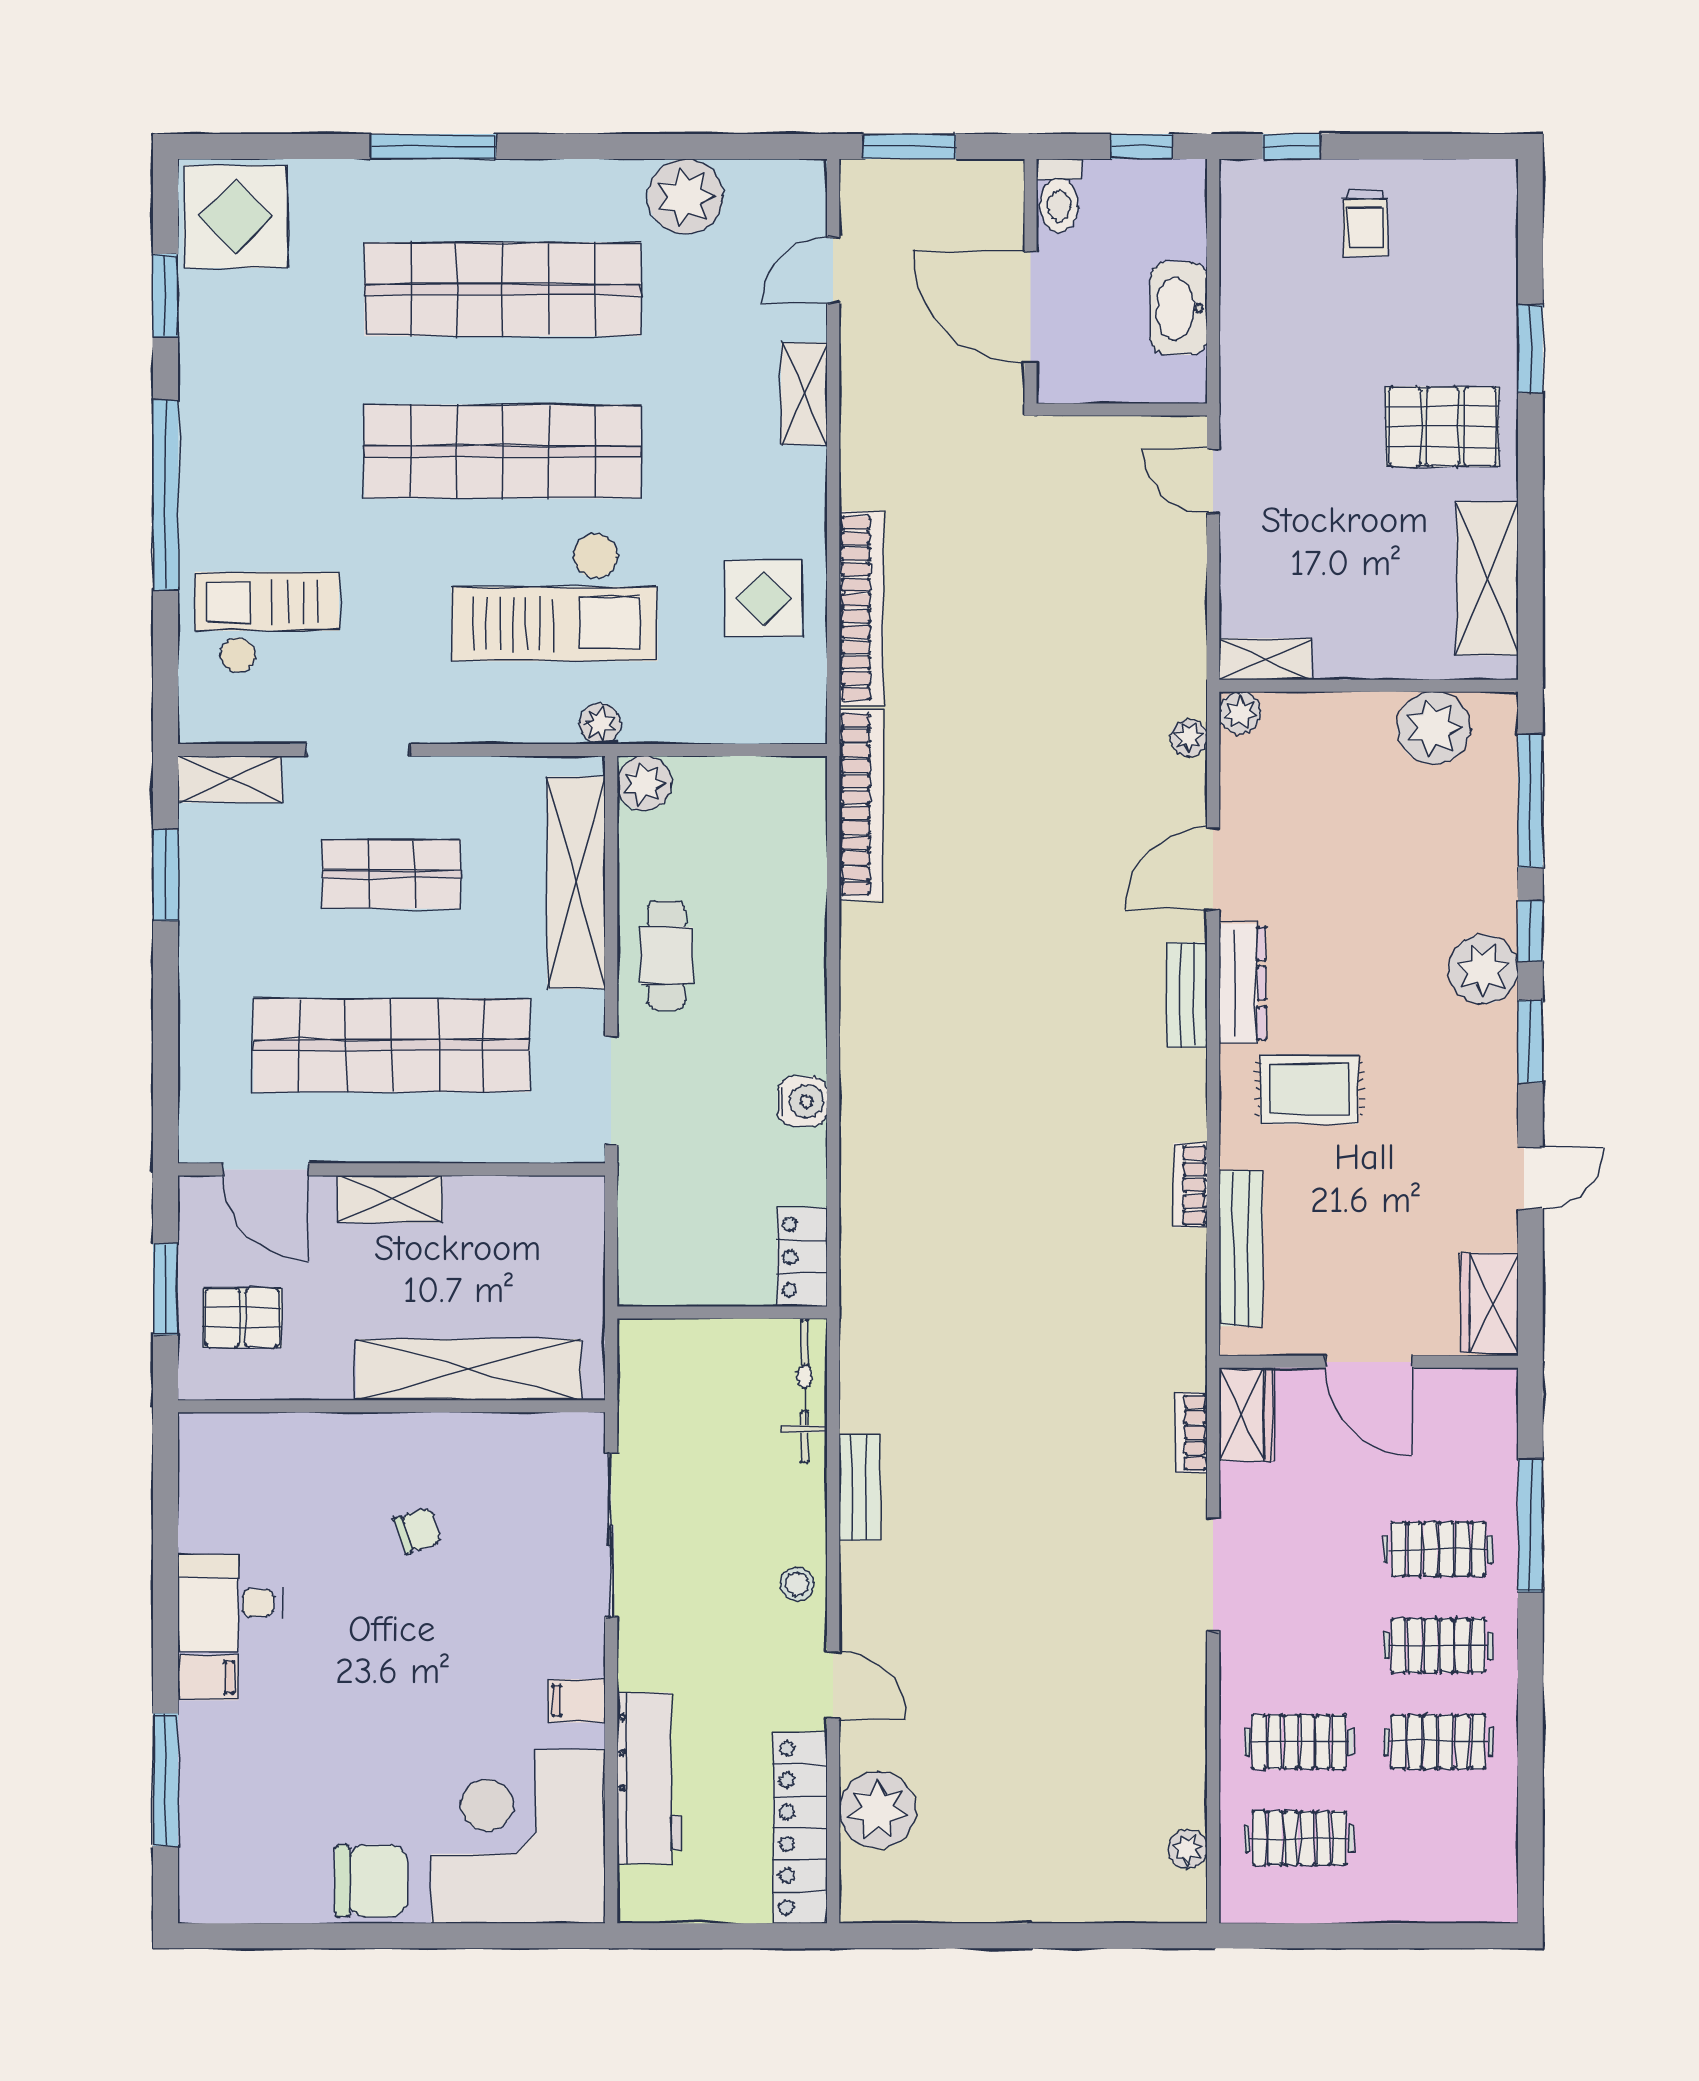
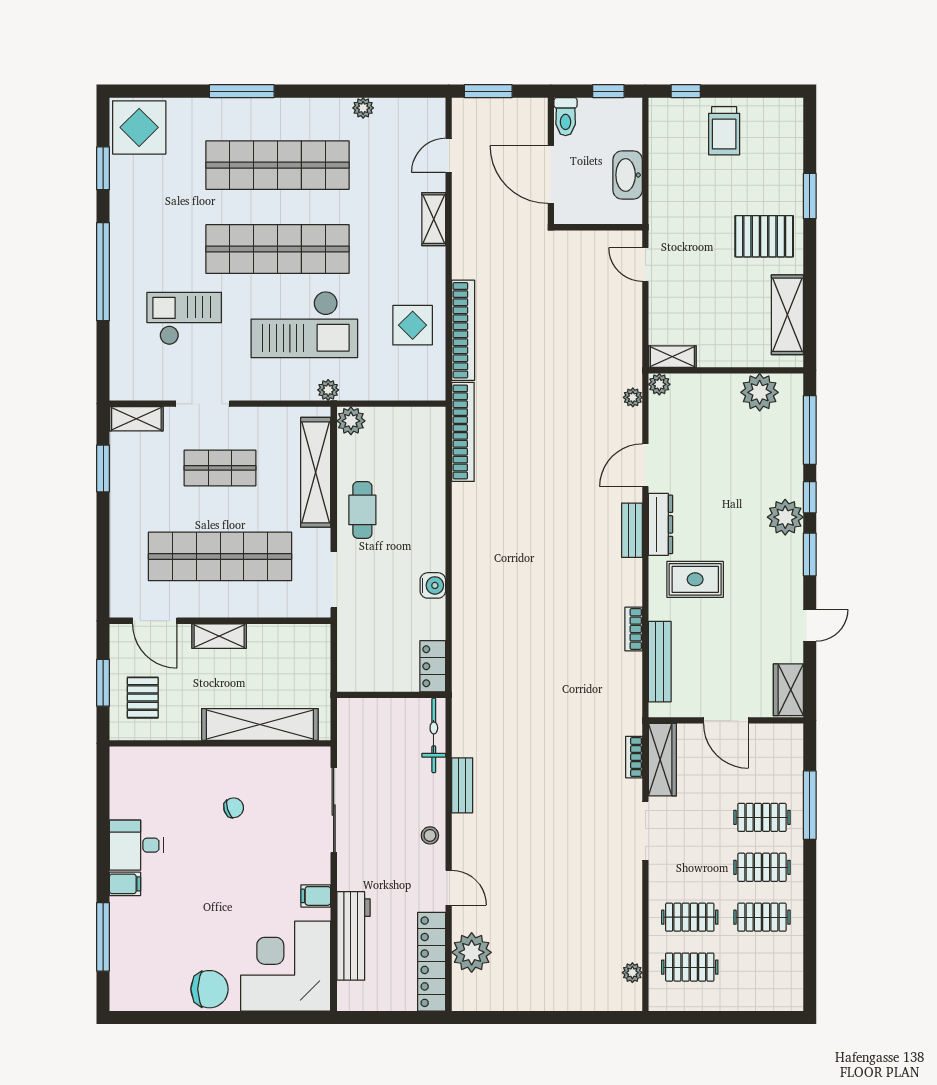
plant: (685, 196) -> (363, 108), width x0.53, depth x0.53
trolley: (1365, 223) -> (724, 131), width x1.36, depth x1.39
checkout: (267, 623) -> (184, 318), moved
pallet: (242, 1318) -> (143, 698), turned 90
wardrobe: (1246, 1414) -> (662, 760), width x1.50

